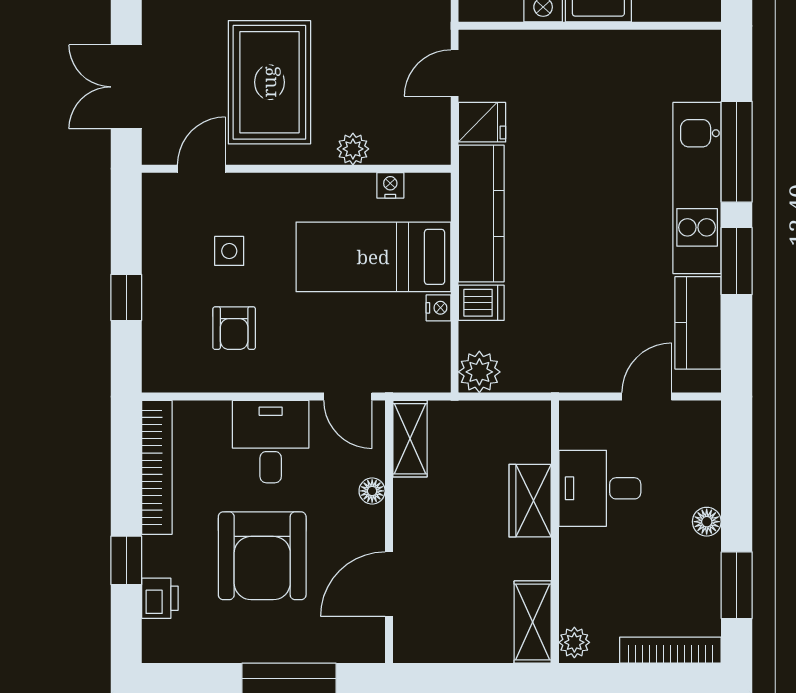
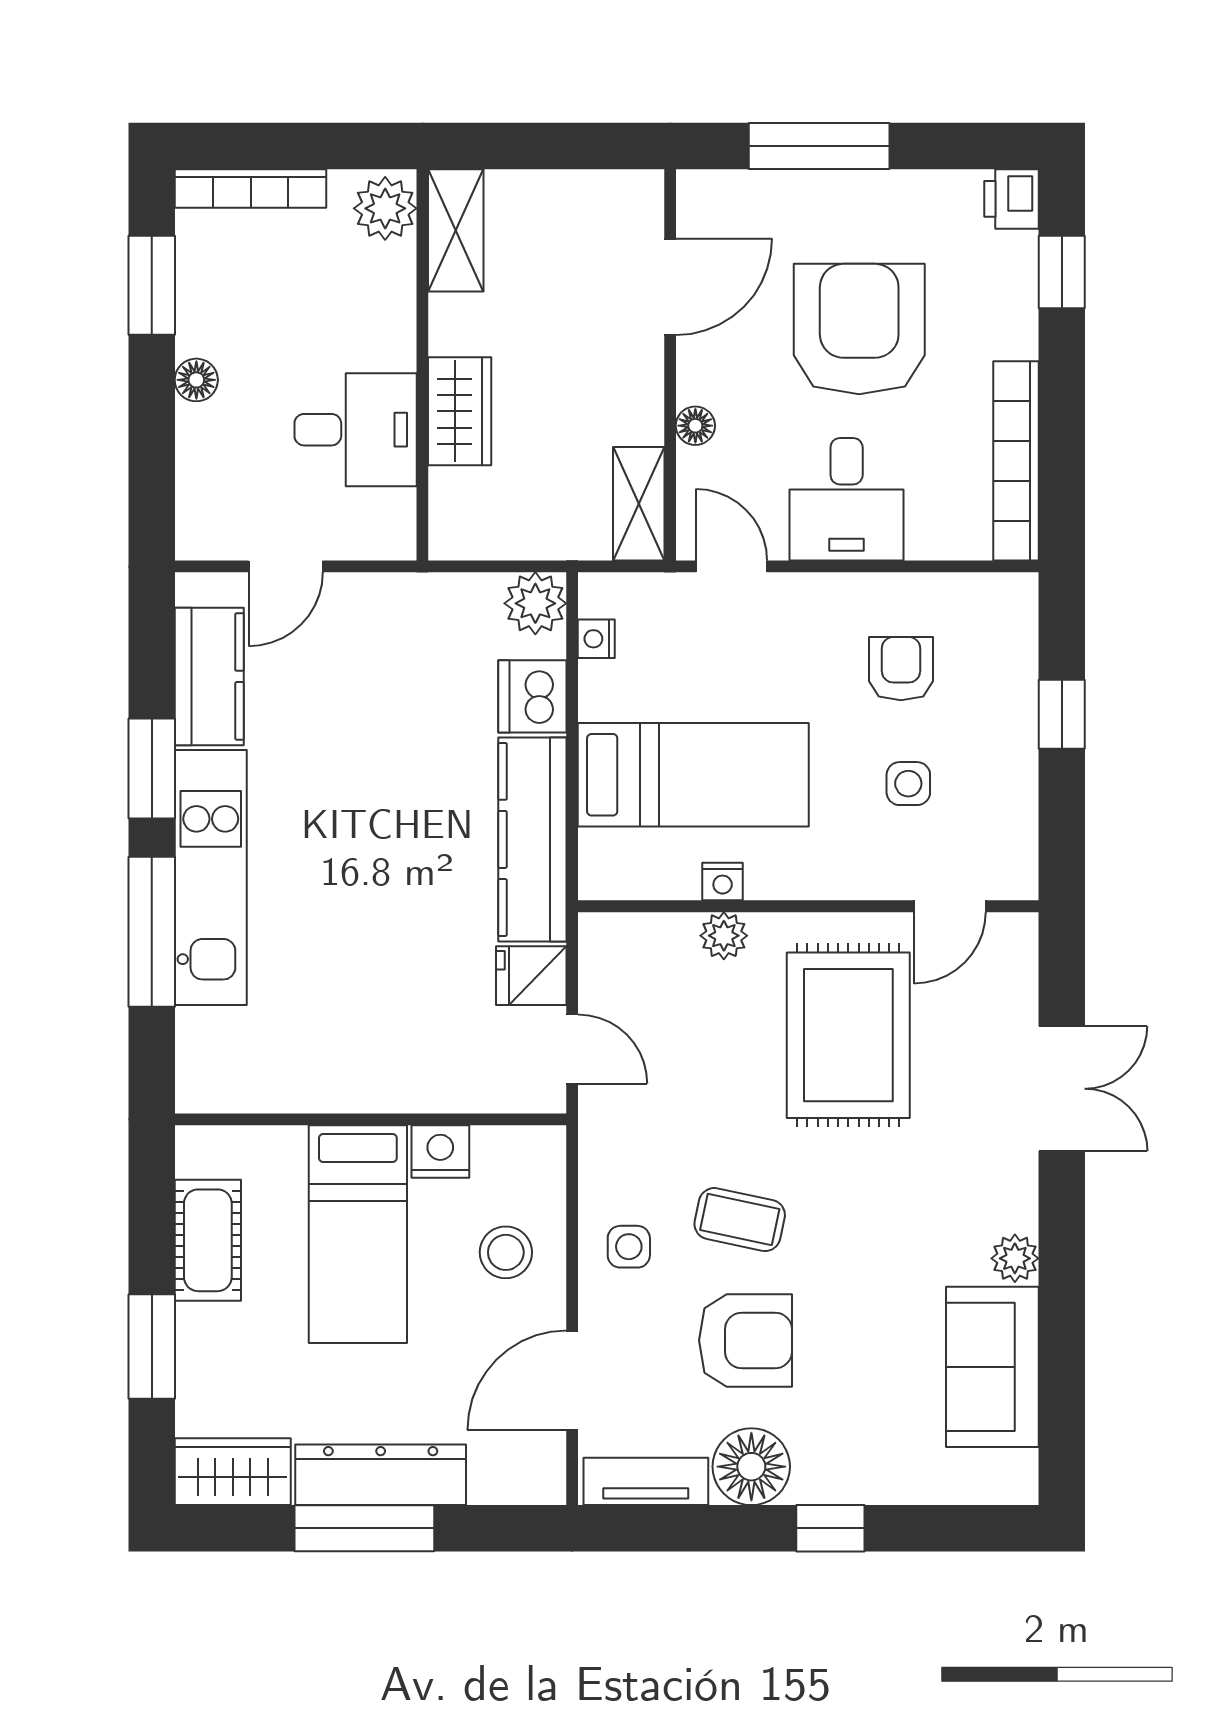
door: (455, 73) -> (572, 1049), hinge flipped
double door: (126, 87) -> (1062, 1089), moved
nightstand: (390, 185) -> (723, 882), moved
dishwasher: (481, 303) -> (532, 696), width x1.38
nightstand: (438, 308) -> (596, 639), moved
window: (126, 560) -> (1062, 272), moved
printer: (160, 598) -> (1012, 199), moved
plant: (574, 642) -> (385, 208), width x1.38, depth x1.38

